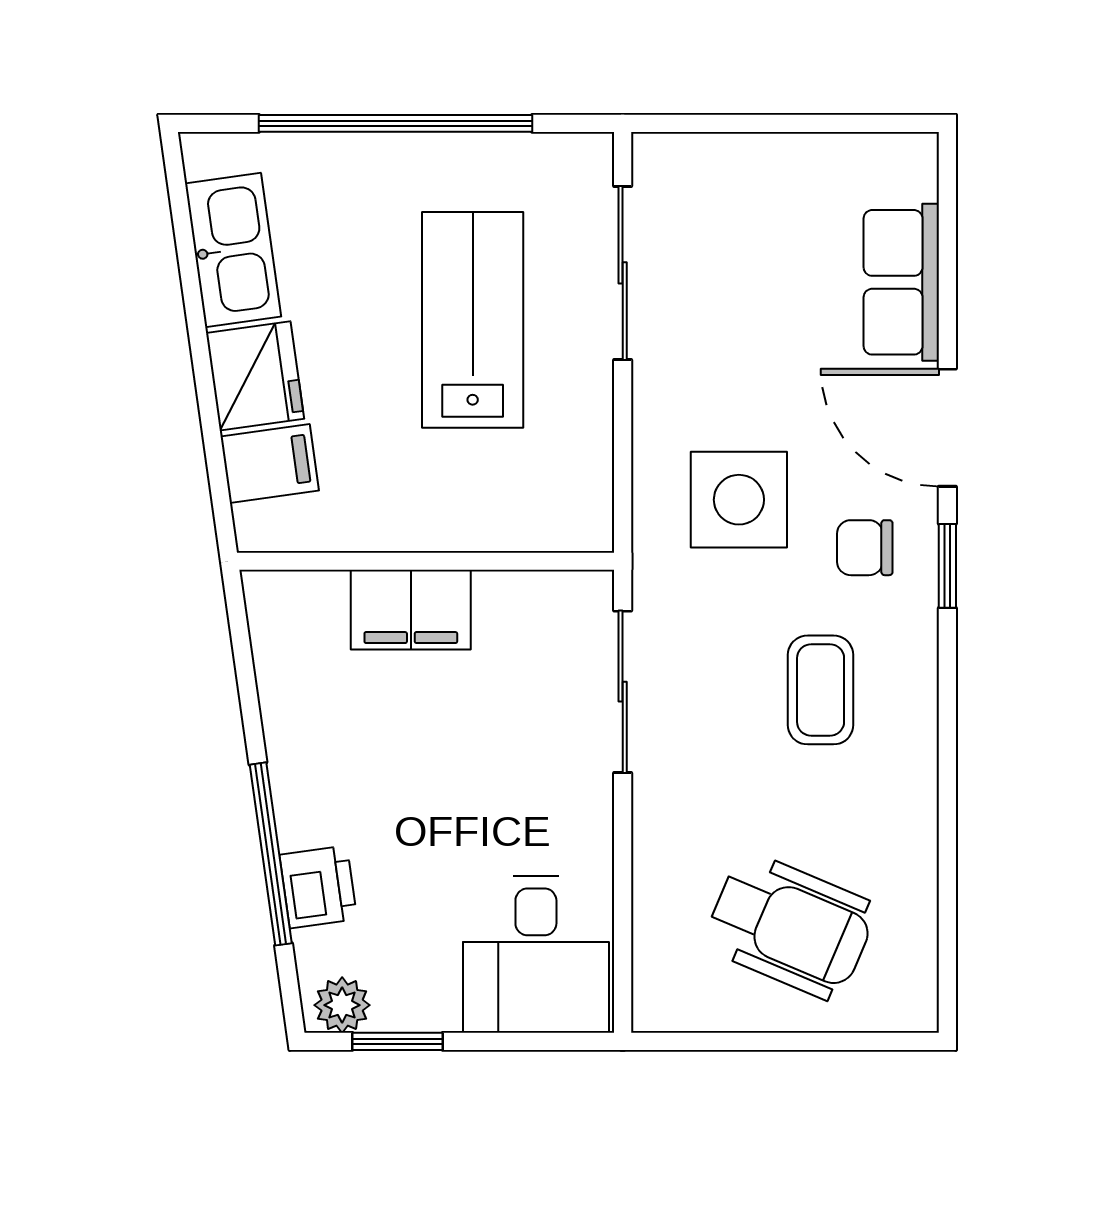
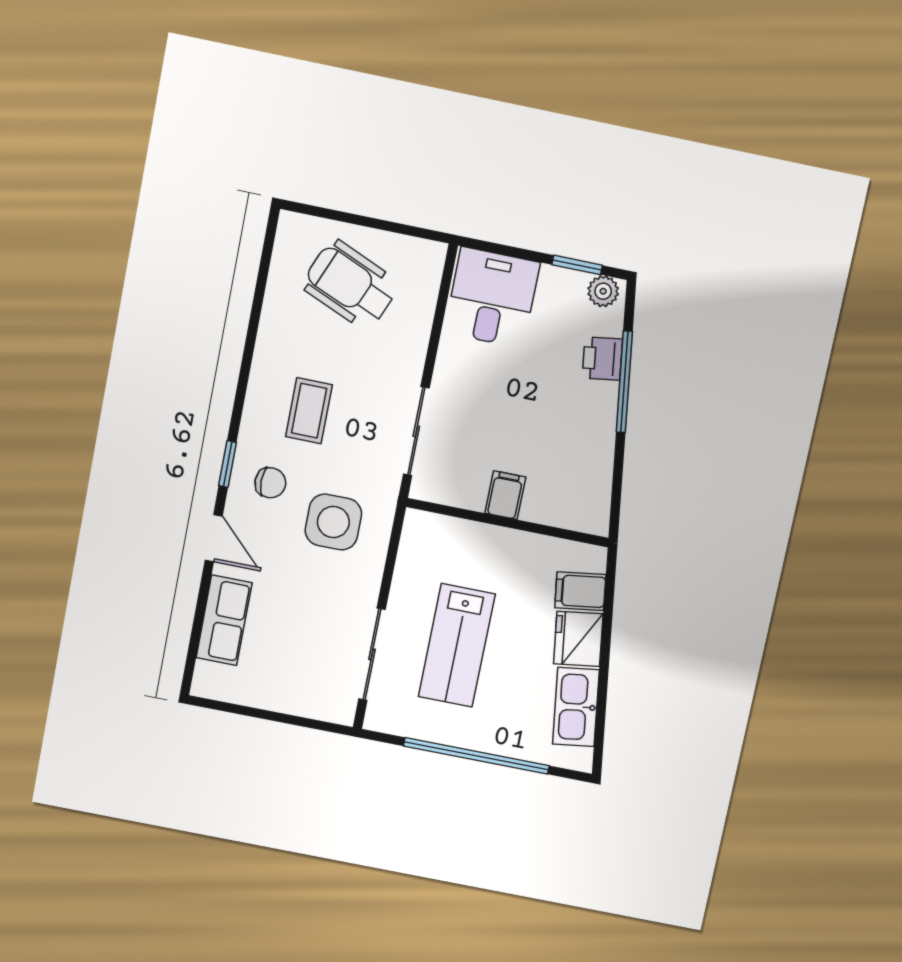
door: (947, 428) -> (214, 538), width x0.73
filing cabinet: (411, 610) -> (505, 495), width x0.50

